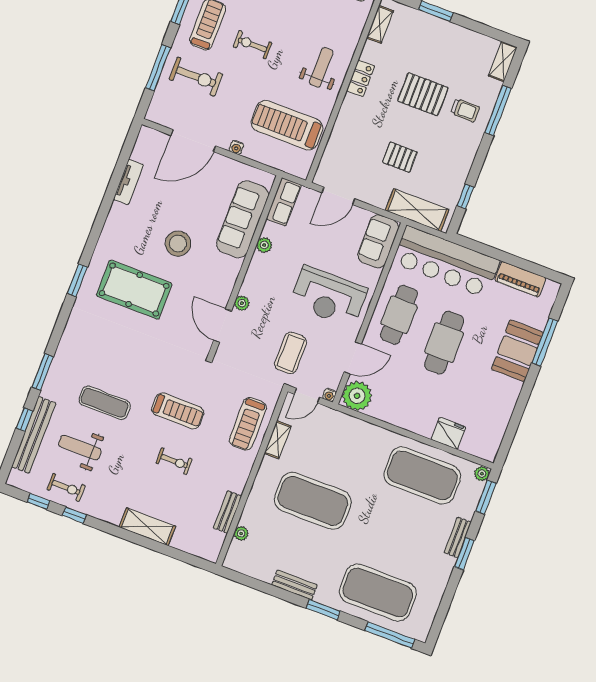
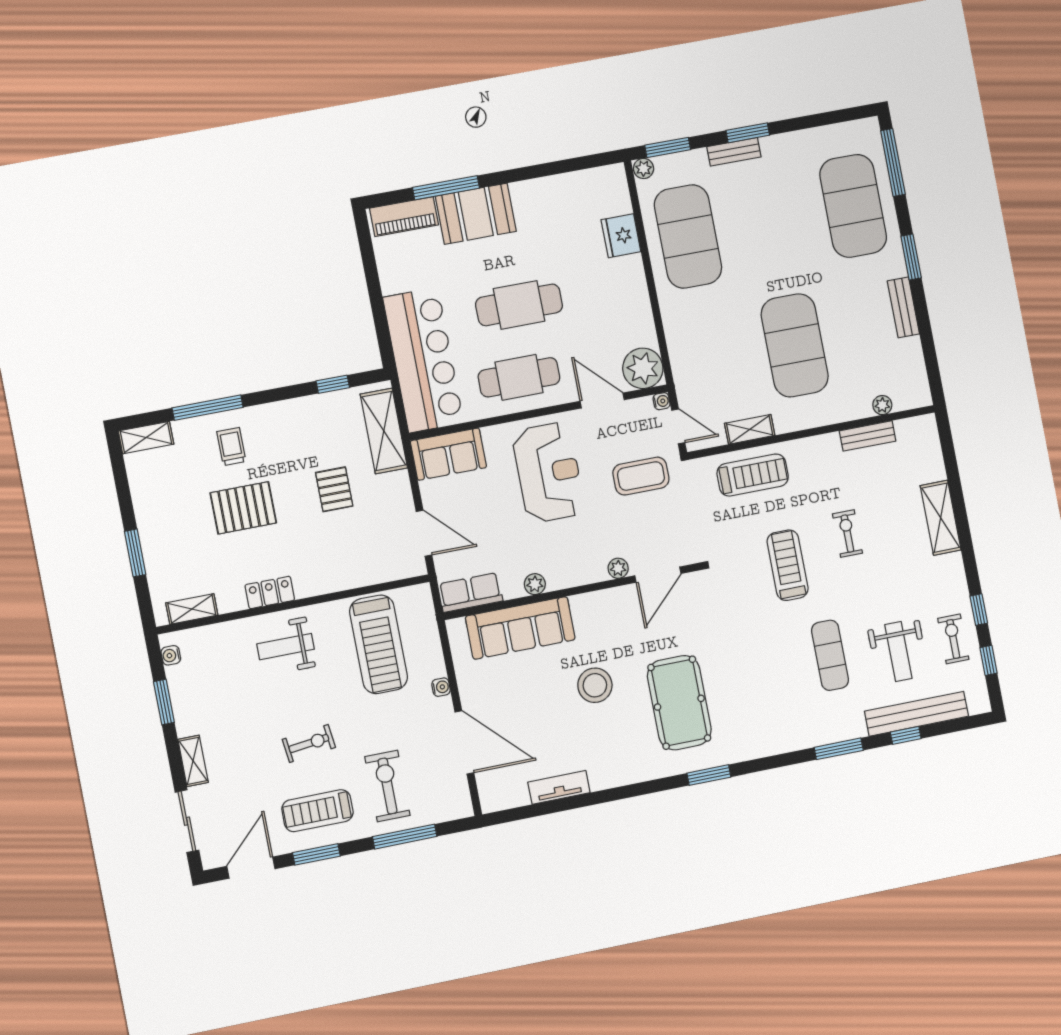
exercise bike: (252, 45) -> (309, 743), turned -97
pallet: (423, 94) -> (243, 508), turned 90
piano: (520, 279) -> (404, 217), moved, turned 90

